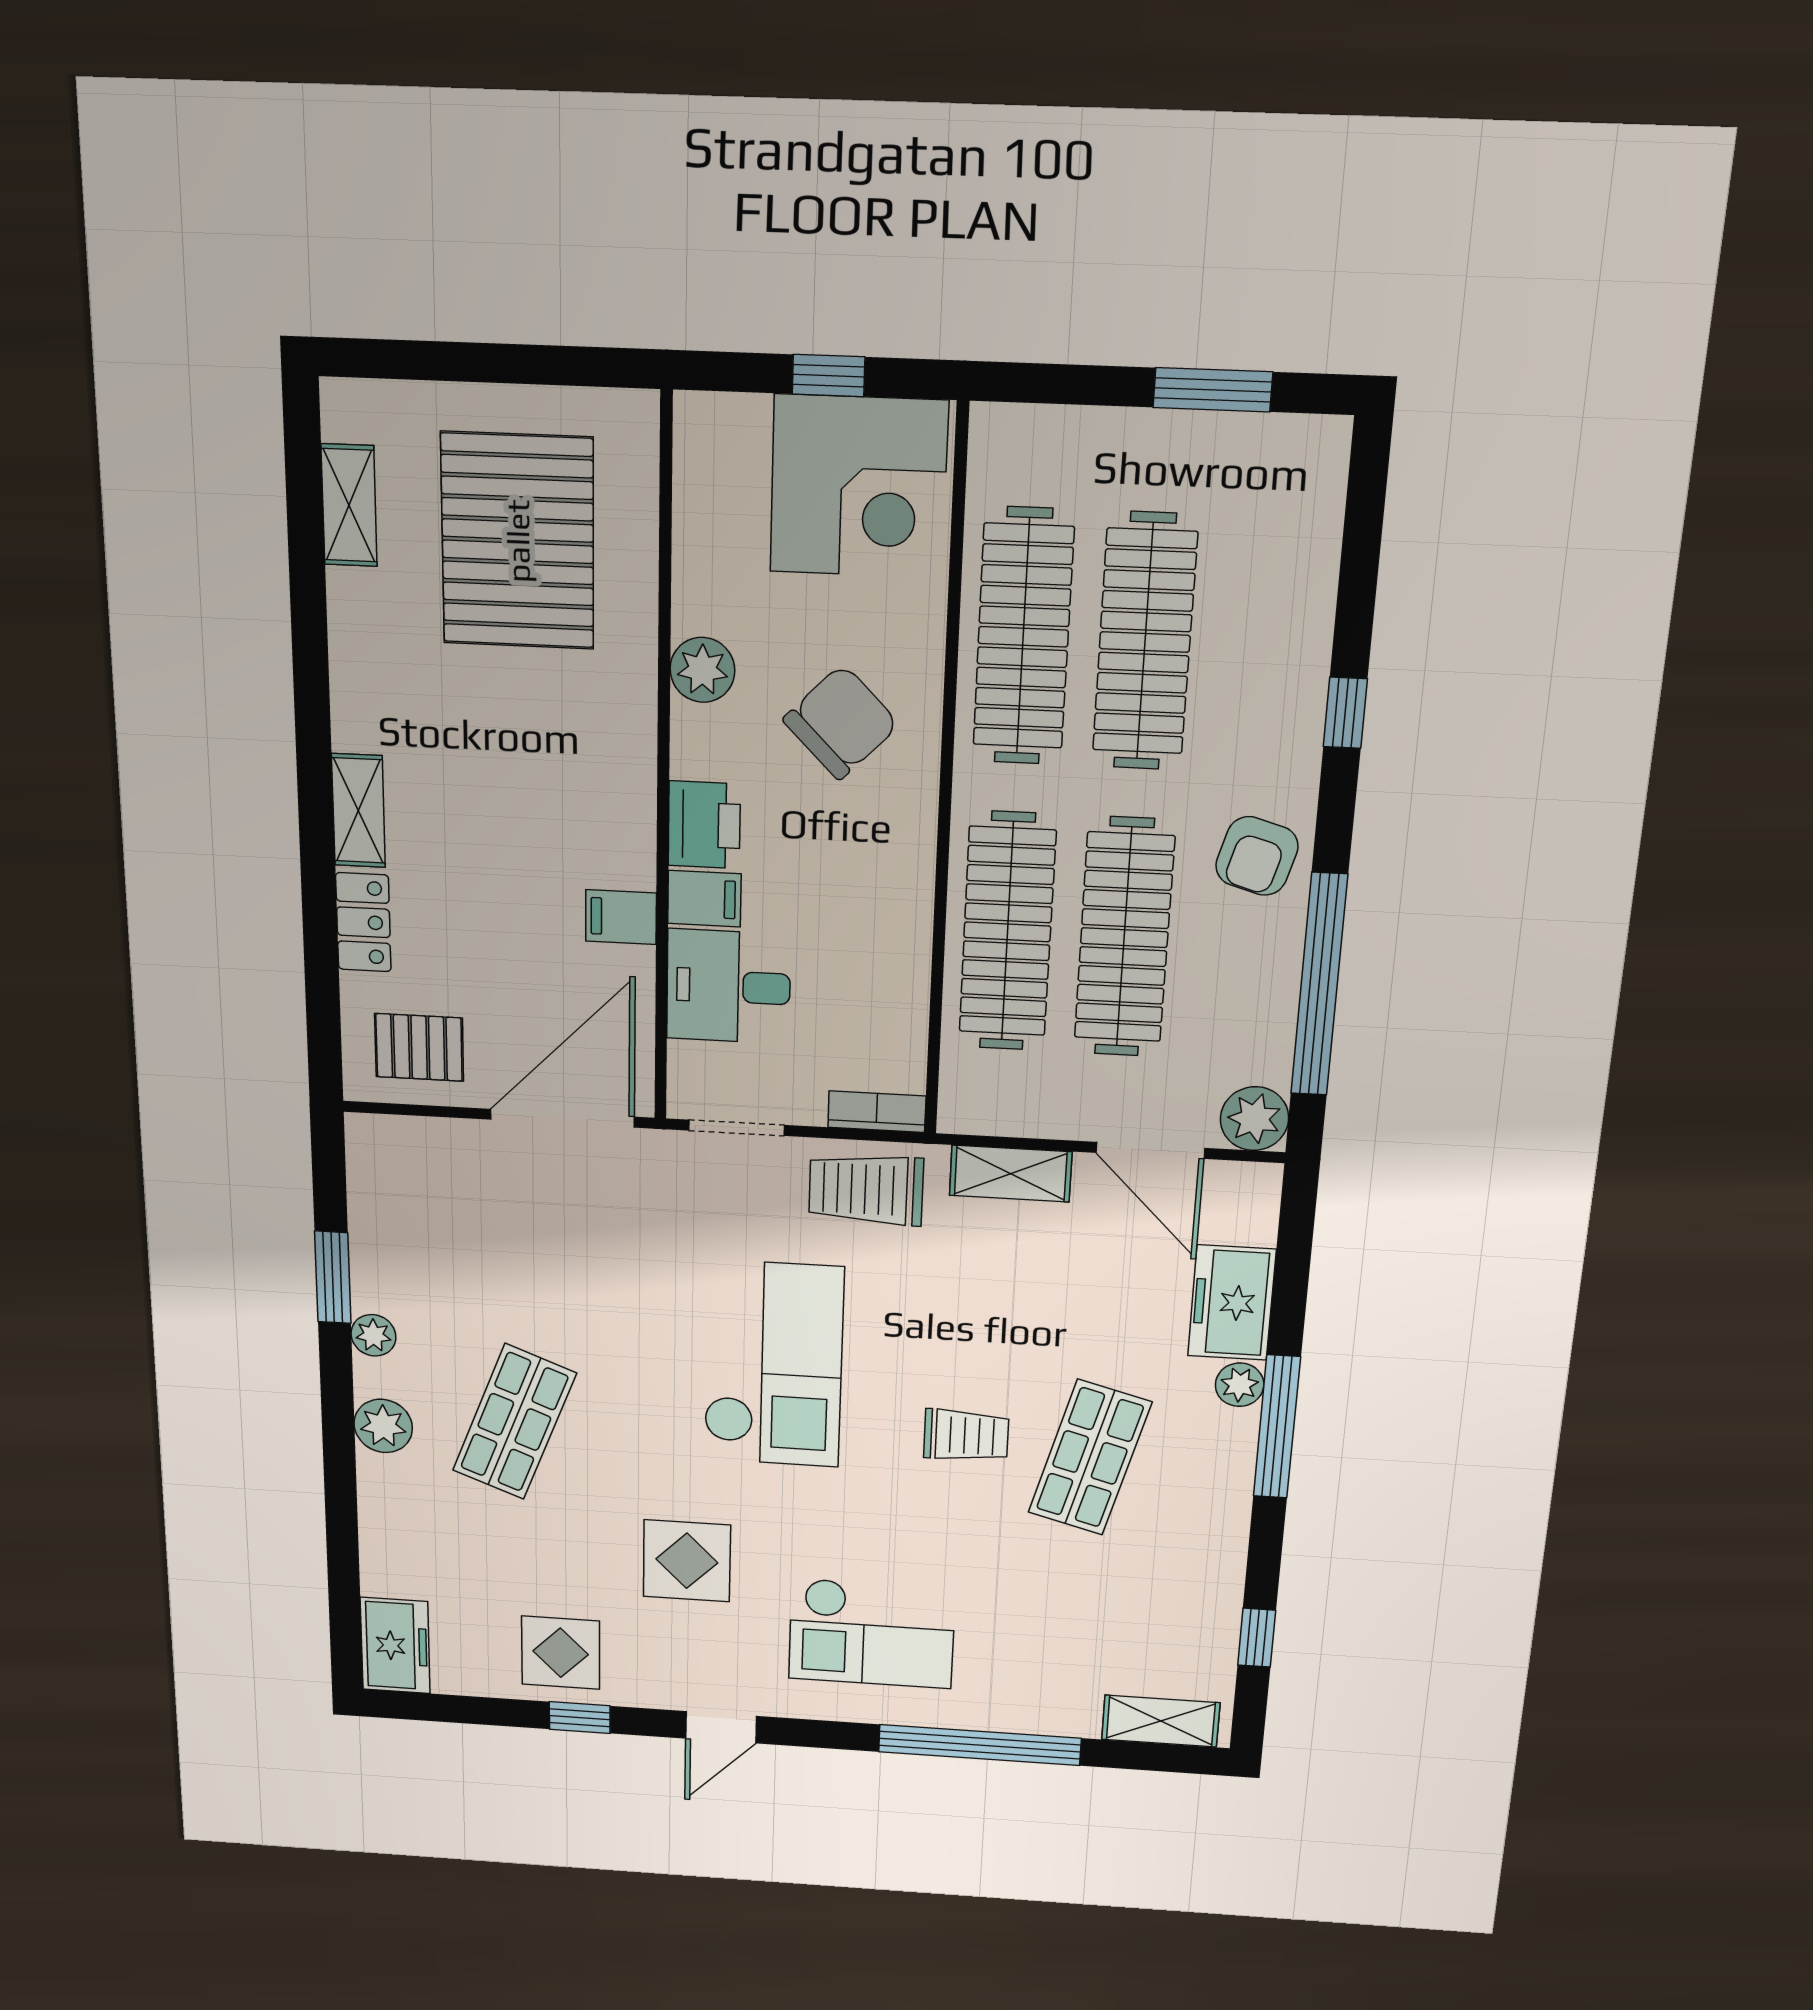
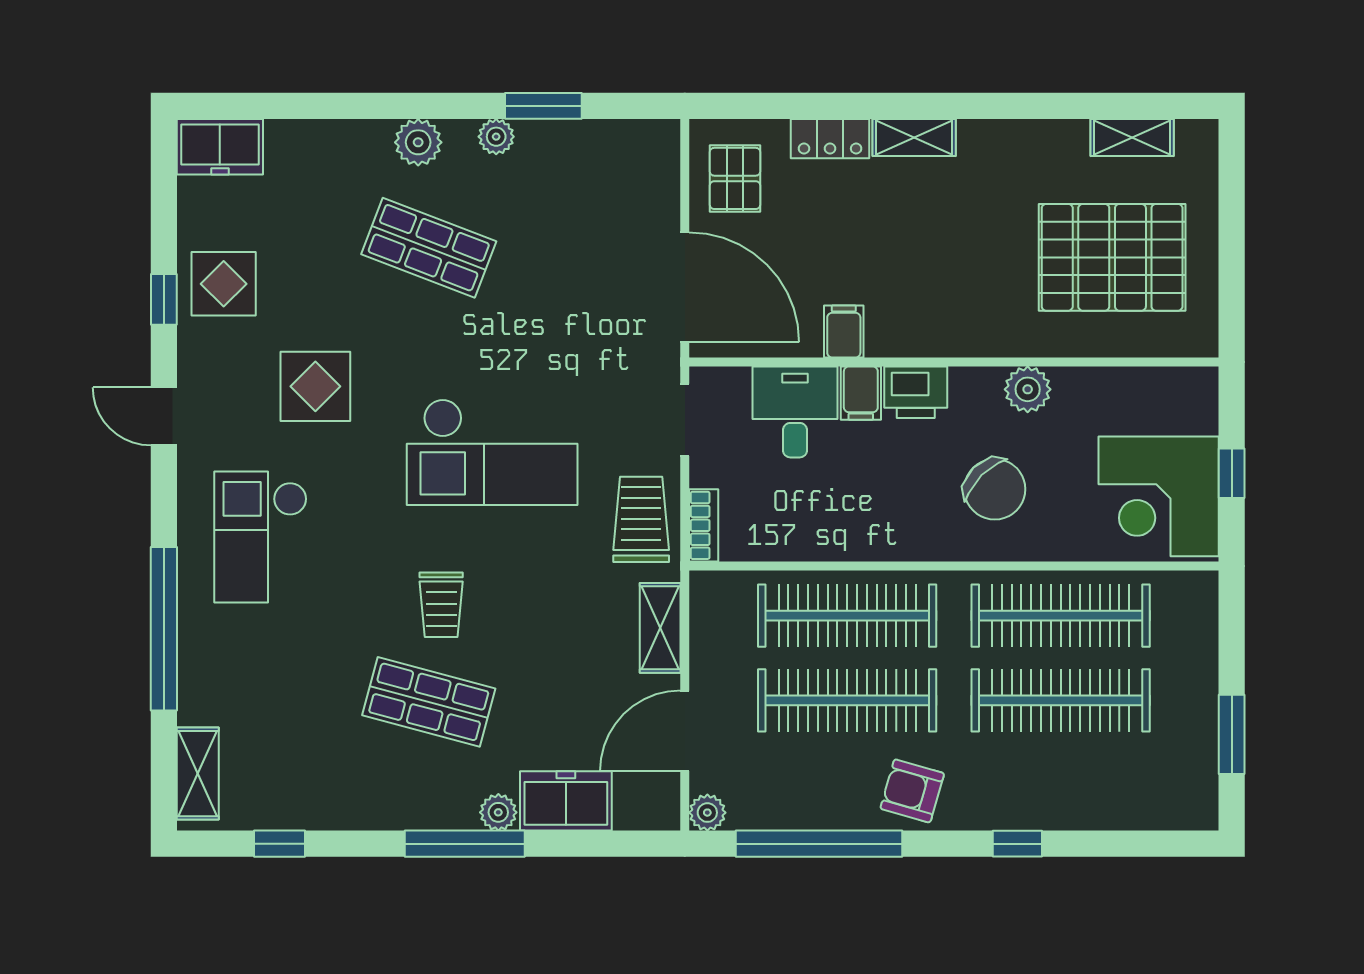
plant: (1254, 1119) -> (707, 813), width x0.73, depth x0.73

